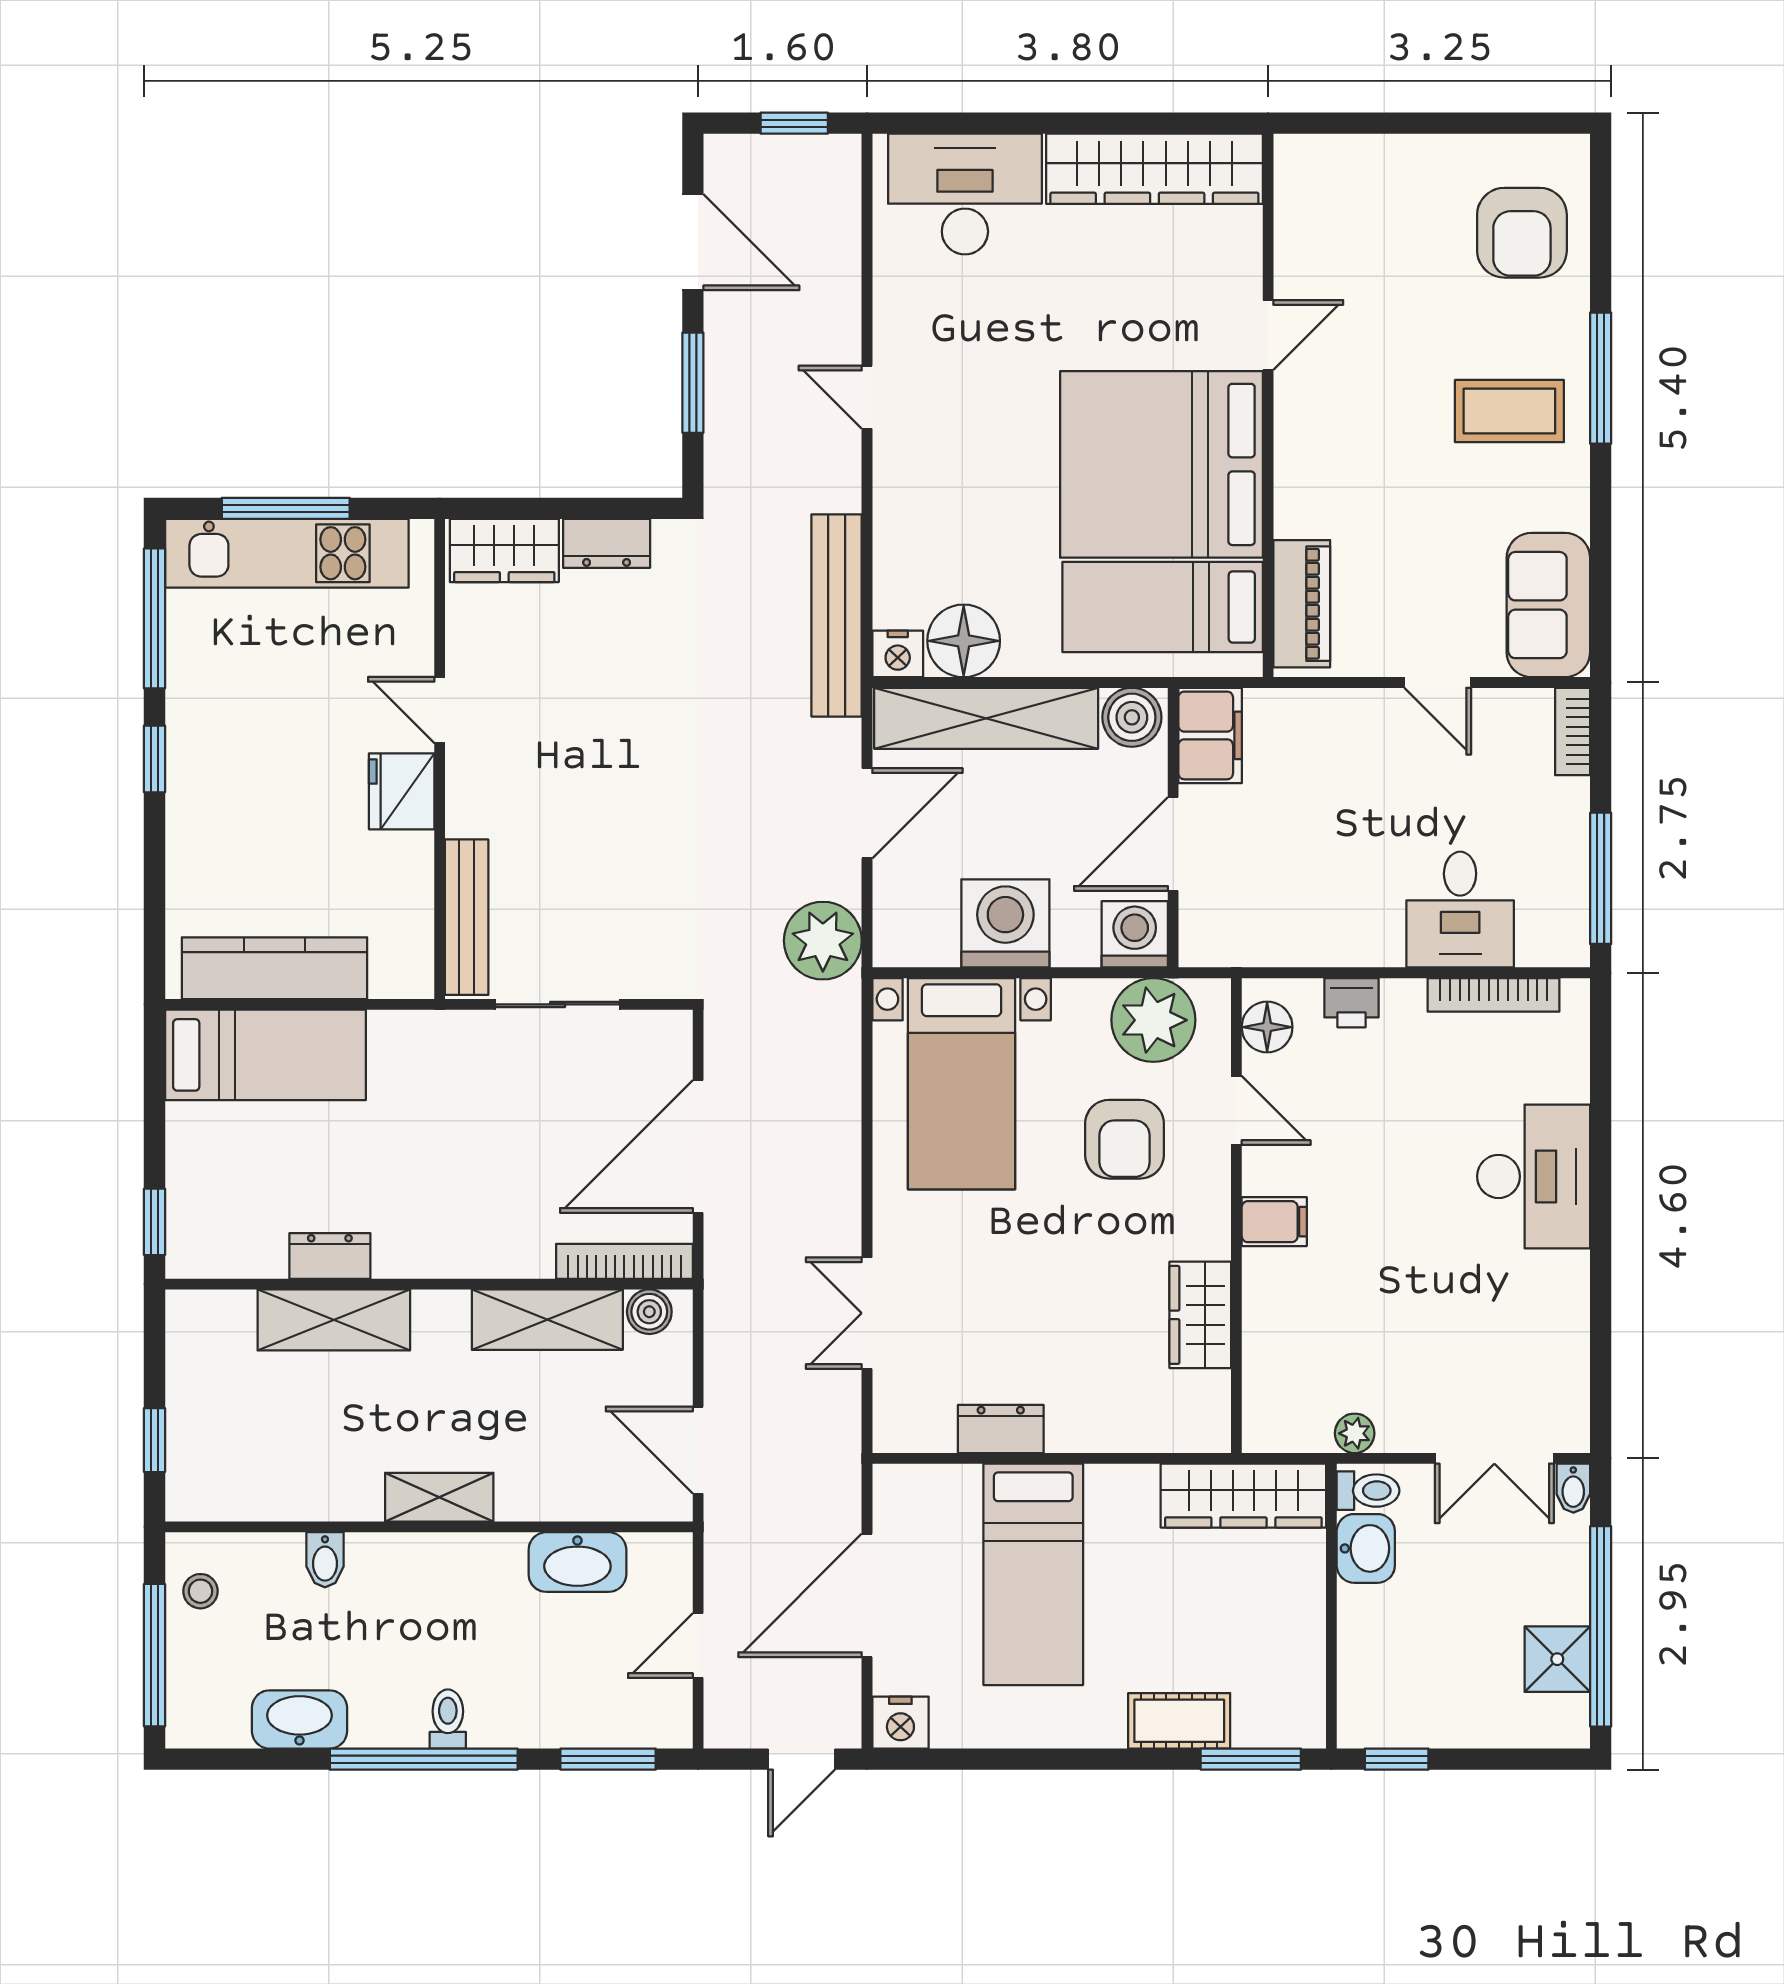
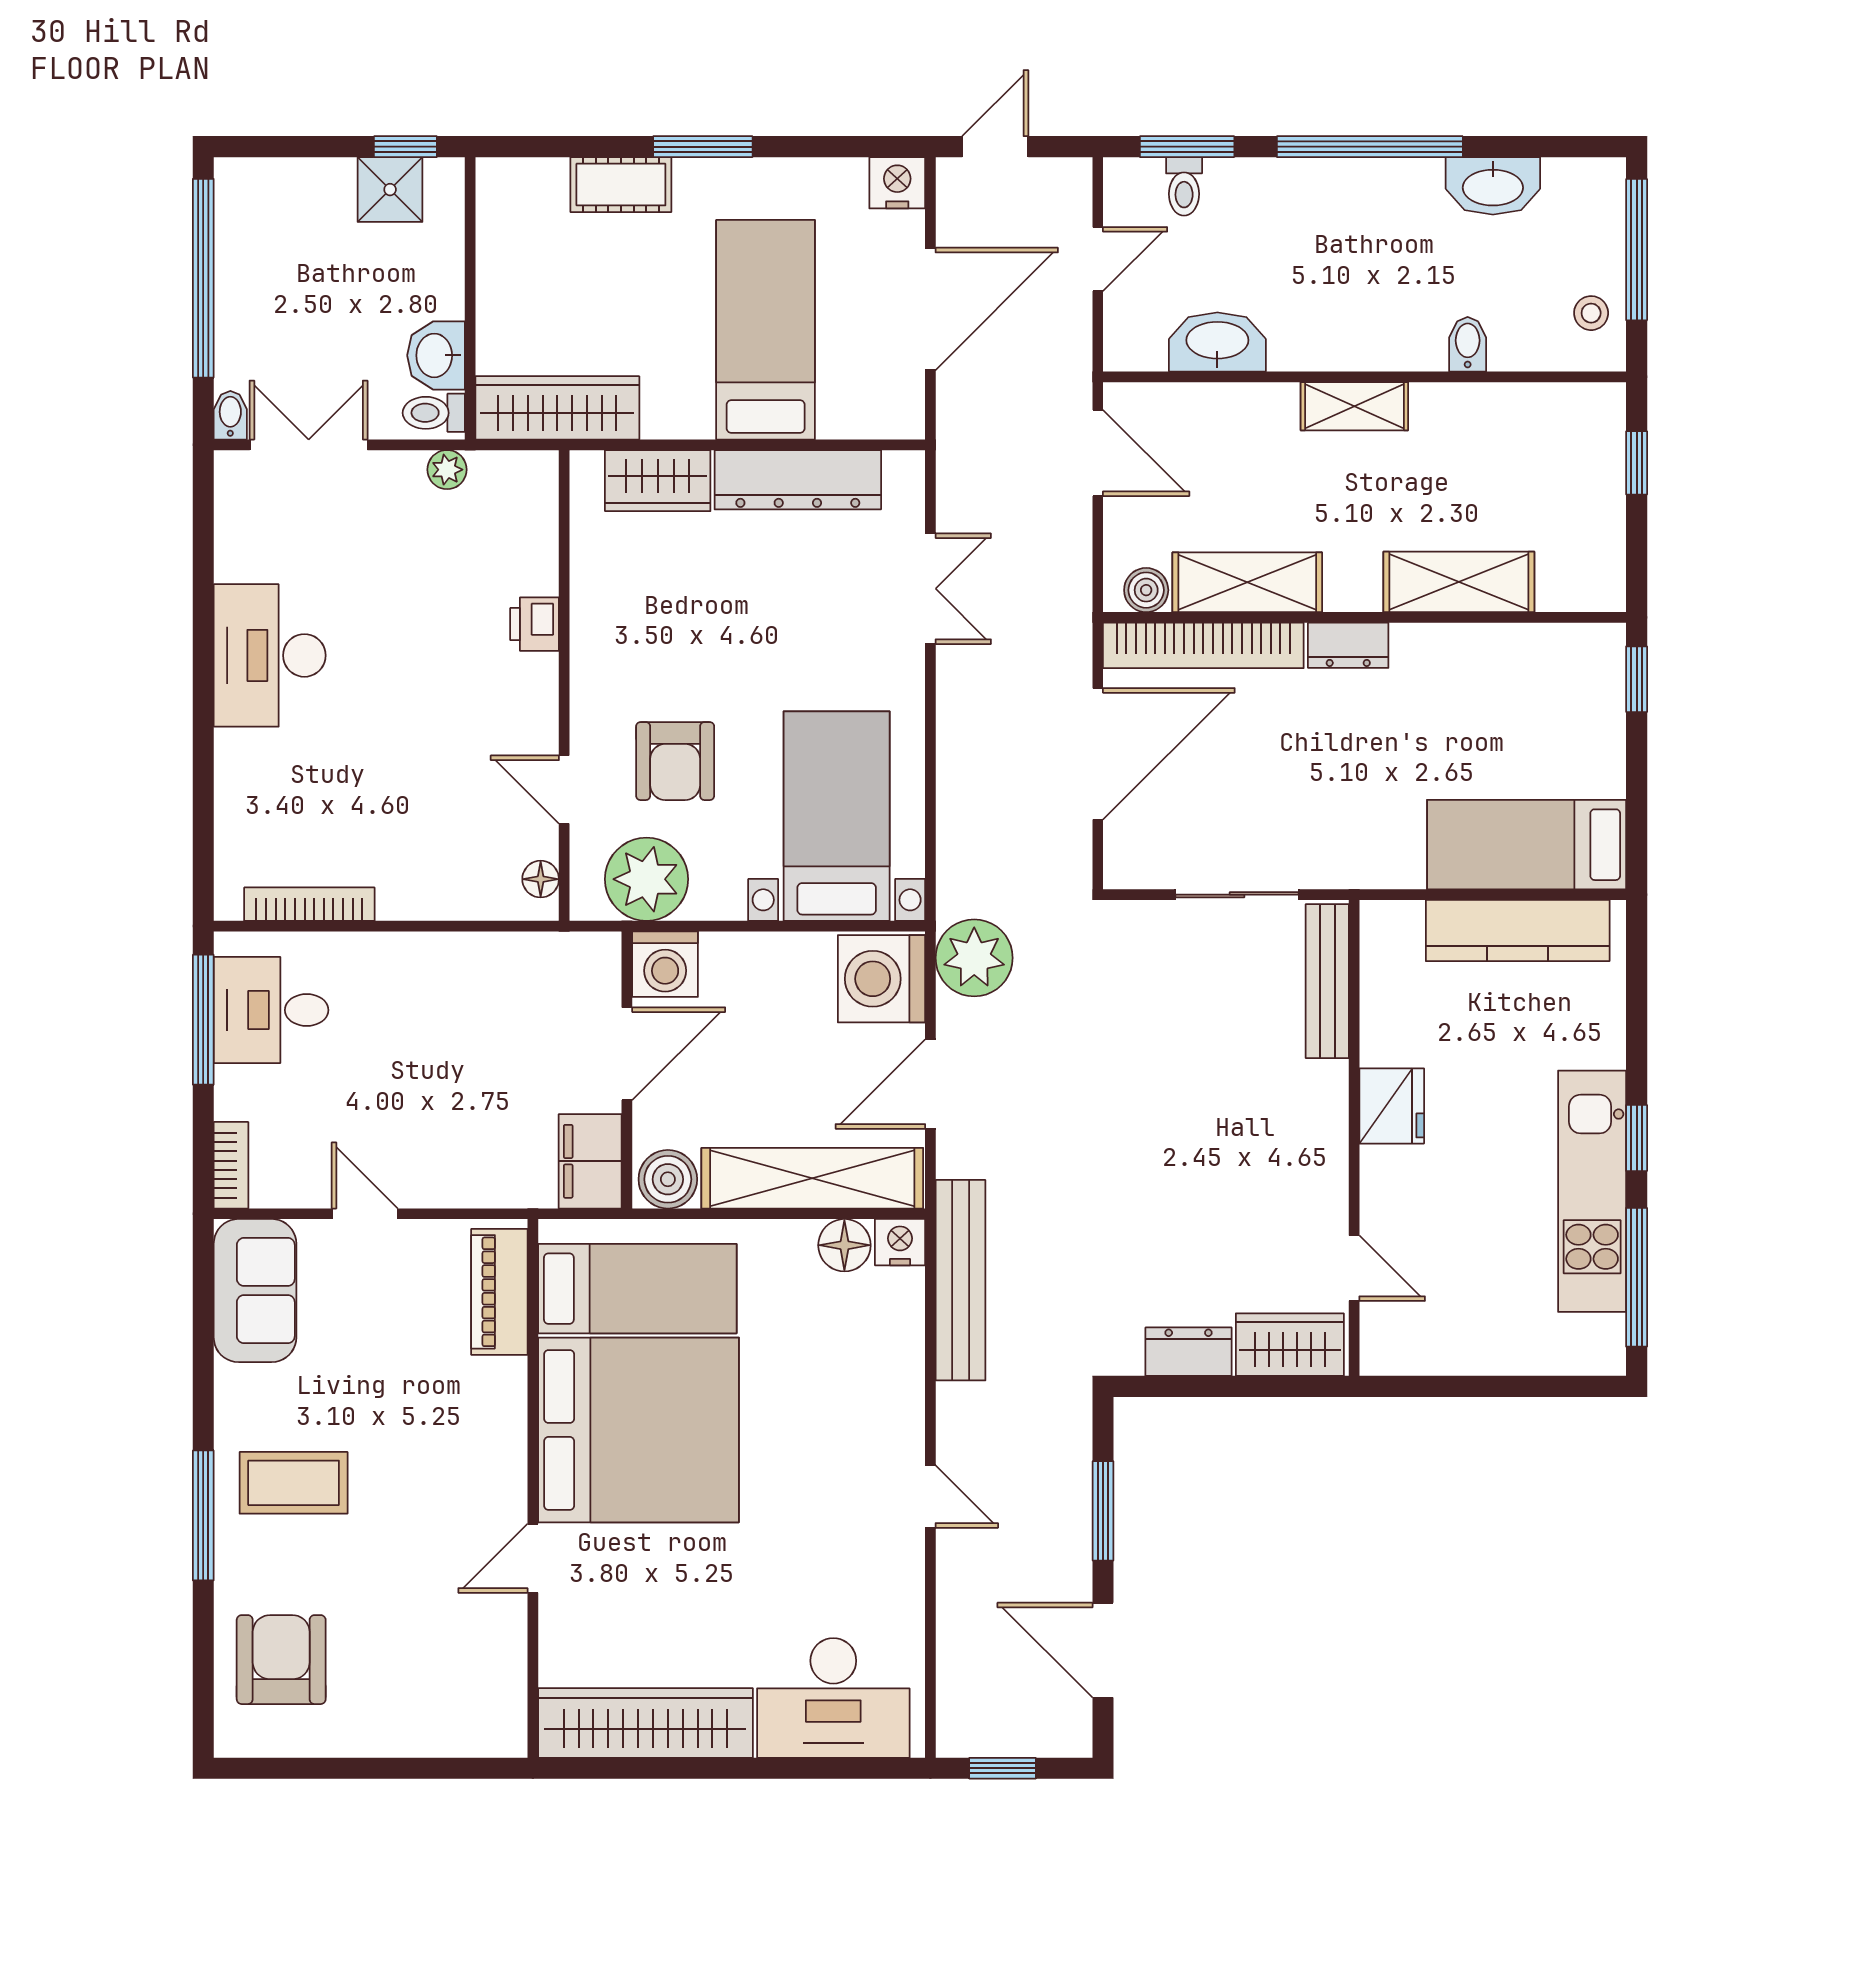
window: (286, 508) -> (1507, 1386), removed
kitchen unit: (287, 553) -> (1592, 1191), moved, turned -90
floor lamp: (964, 641) -> (844, 1245), width x0.73, depth x0.73
door: (440, 710) -> (1354, 1268), moved
desk: (1460, 910) -> (271, 1010), moved, turned -90
washing machine: (1005, 923) -> (881, 979), moved, turned 90
printer: (1352, 1003) -> (535, 624), moved, turned -90
floor lamp: (1267, 1027) -> (541, 879), width x0.73, depth x0.73
armchair: (1125, 1139) -> (675, 761), turned 180
desk: (1534, 1176) -> (270, 655), moved
filing cabinet: (1274, 1222) -> (527, 679), removed
dresser: (330, 1256) -> (1348, 645), moved
bookcase: (624, 1261) -> (1203, 645), width x1.48, depth x1.31
wardrobe: (1200, 1315) -> (658, 481), moved, turned 90
dresser: (1001, 1429) -> (798, 480), width x1.96, depth x1.24
shower: (1557, 1659) -> (390, 190), moved
toilet: (448, 1719) -> (1184, 186), moved
window: (1251, 1759) -> (703, 147), moved

